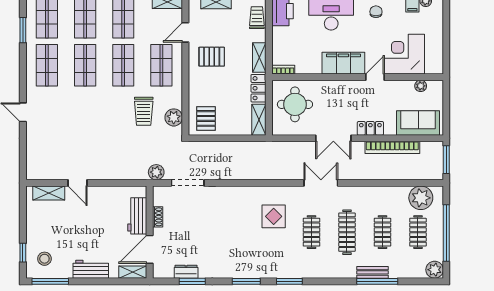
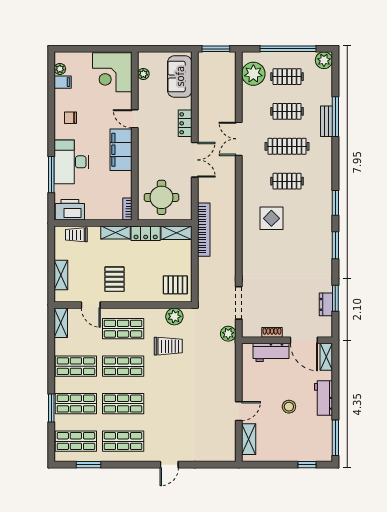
corner desk: (404, 54) -> (112, 72), moved
bookcase: (392, 147) -> (204, 230), moved
double door: (321, 183) -> (239, 139), moved
stool: (44, 259) -> (289, 407), moved

